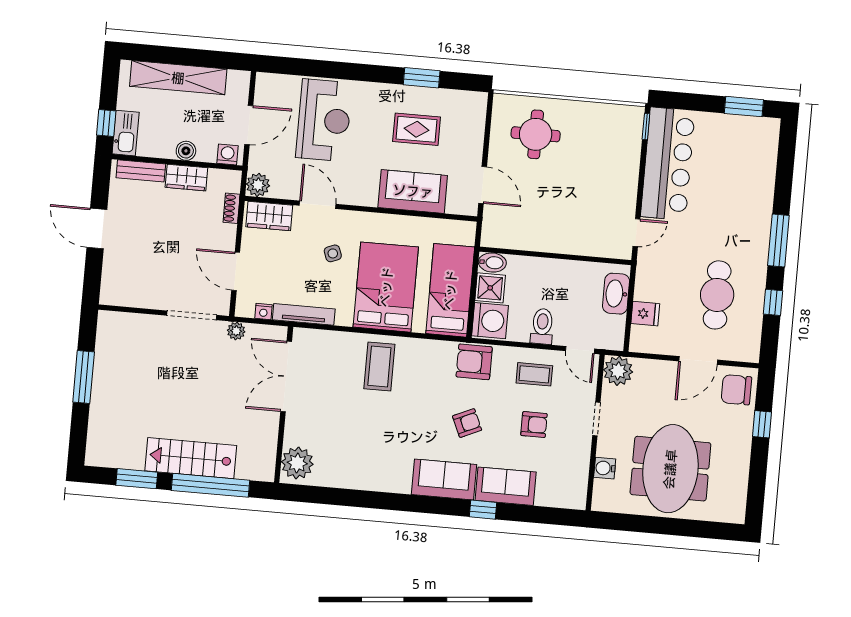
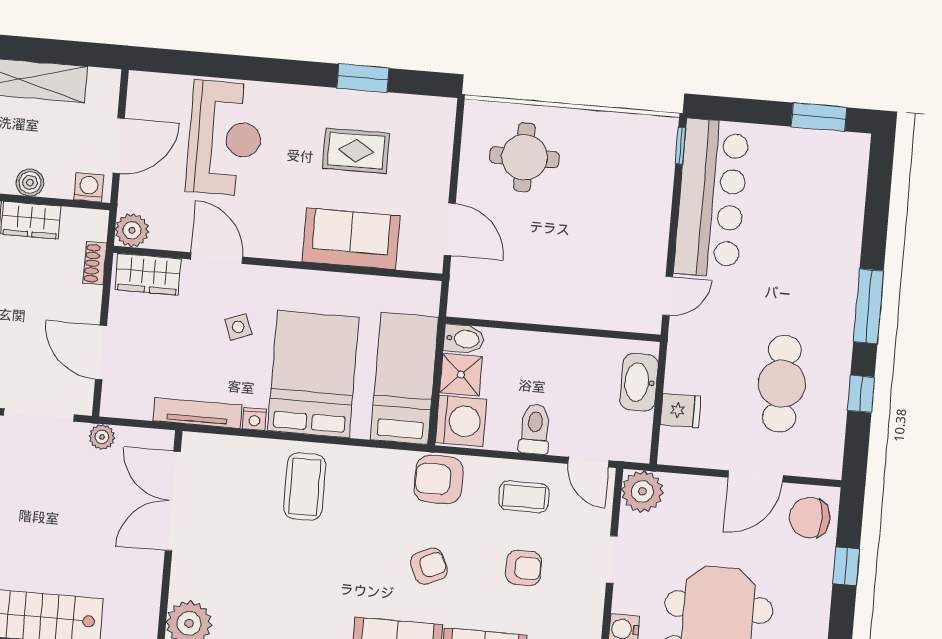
nightstand: (263, 312) -> (255, 419), moved

